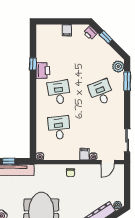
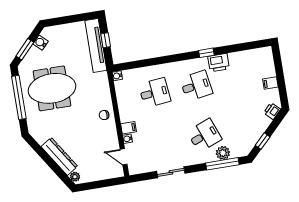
window: (106, 37) -> (263, 141), moved
window: (33, 64) -> (206, 53), moved
plant: (118, 66) -> (223, 153), moved
window: (127, 81) -> (222, 164), width x1.44
sliding door: (127, 140) -> (171, 172), moved

